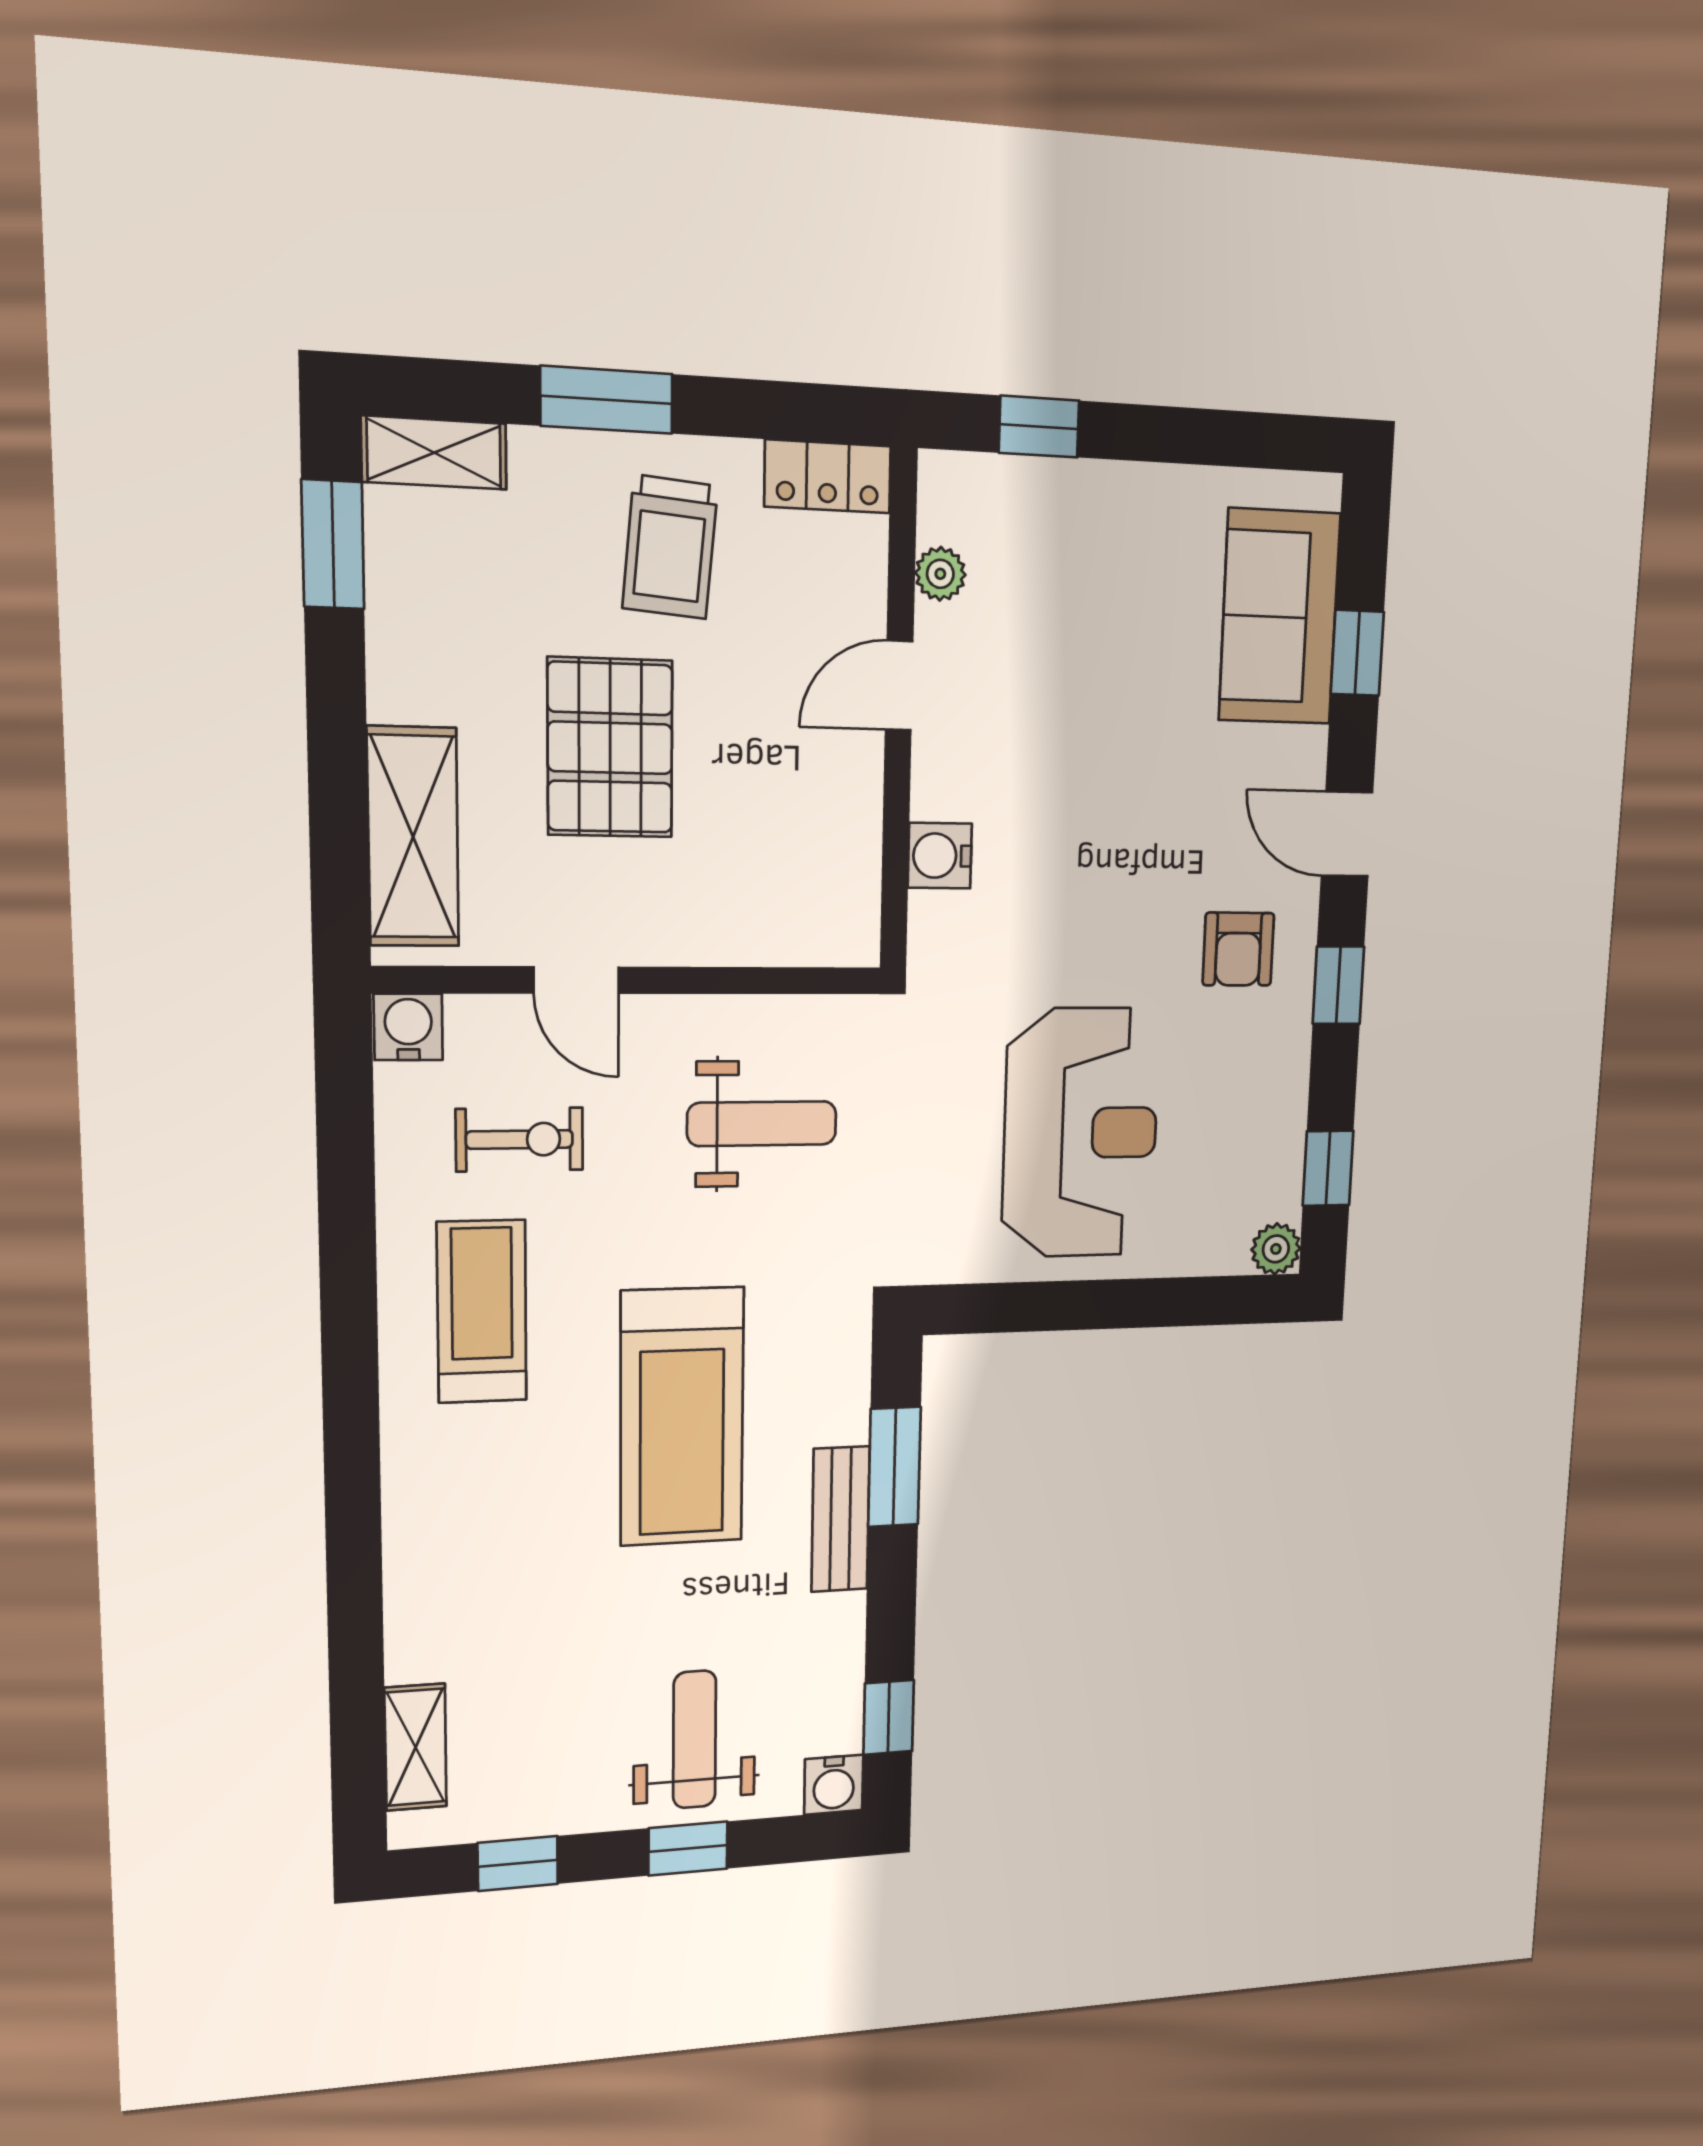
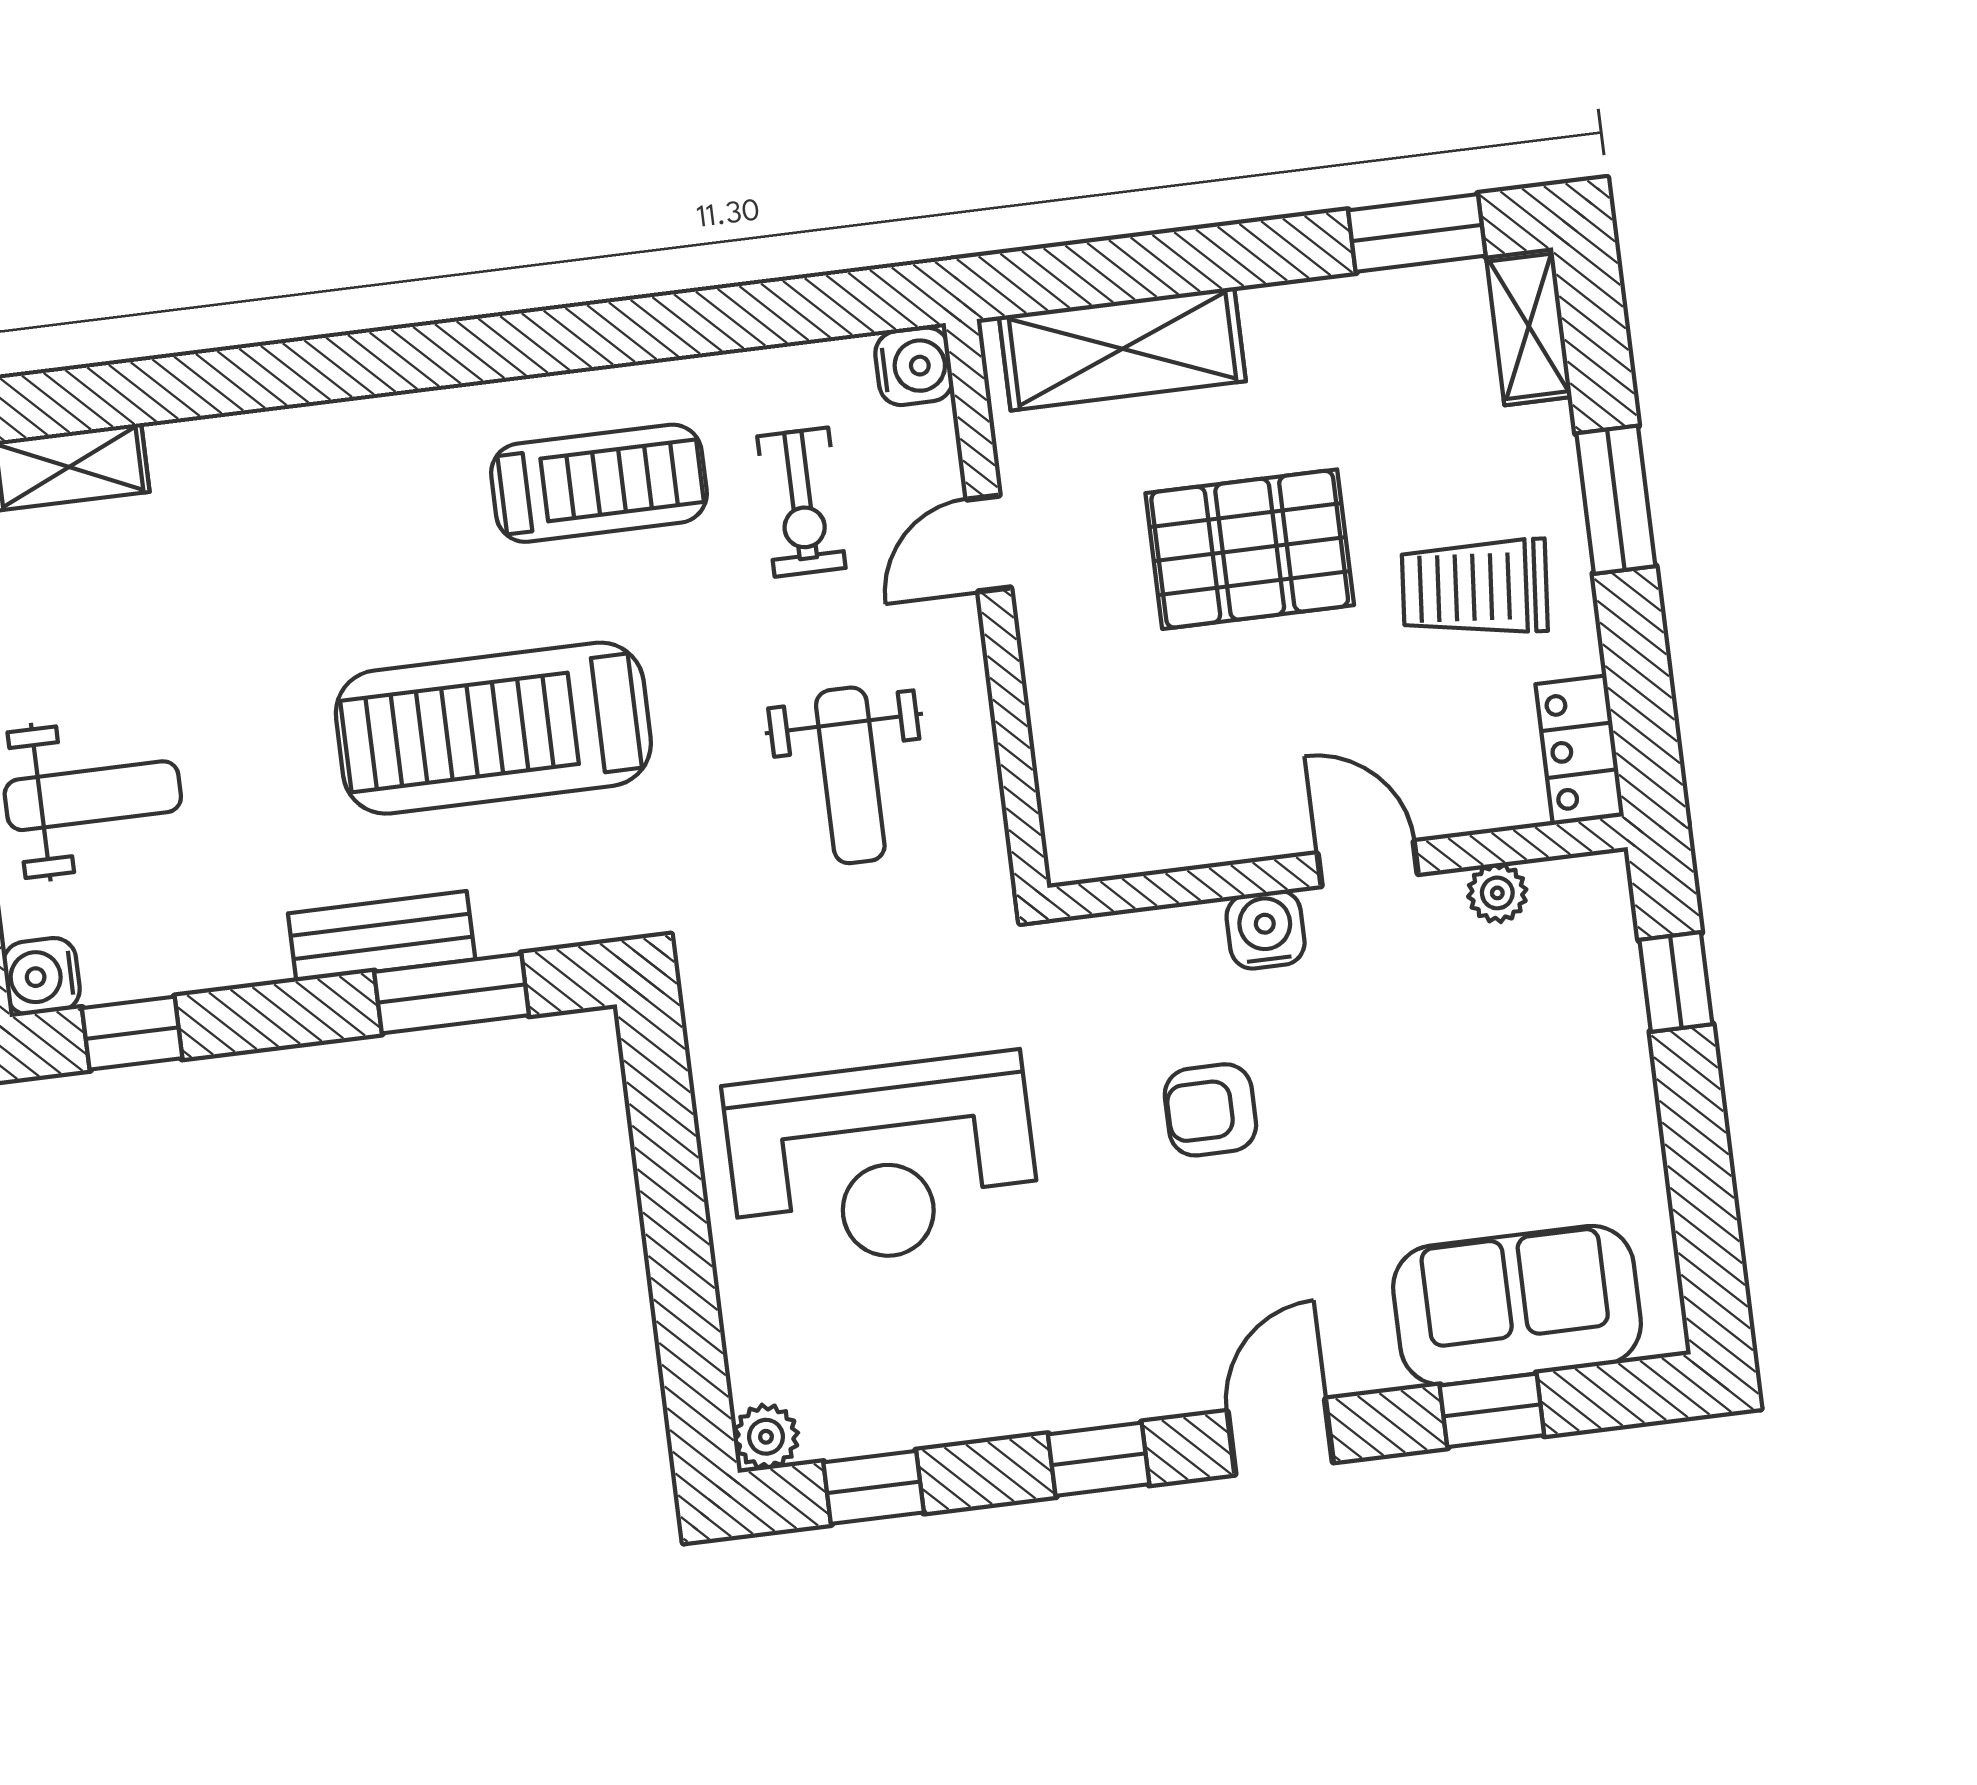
water cooler: (940, 856) -> (1266, 930), moved
armchair: (1238, 949) -> (1210, 1110), moved

